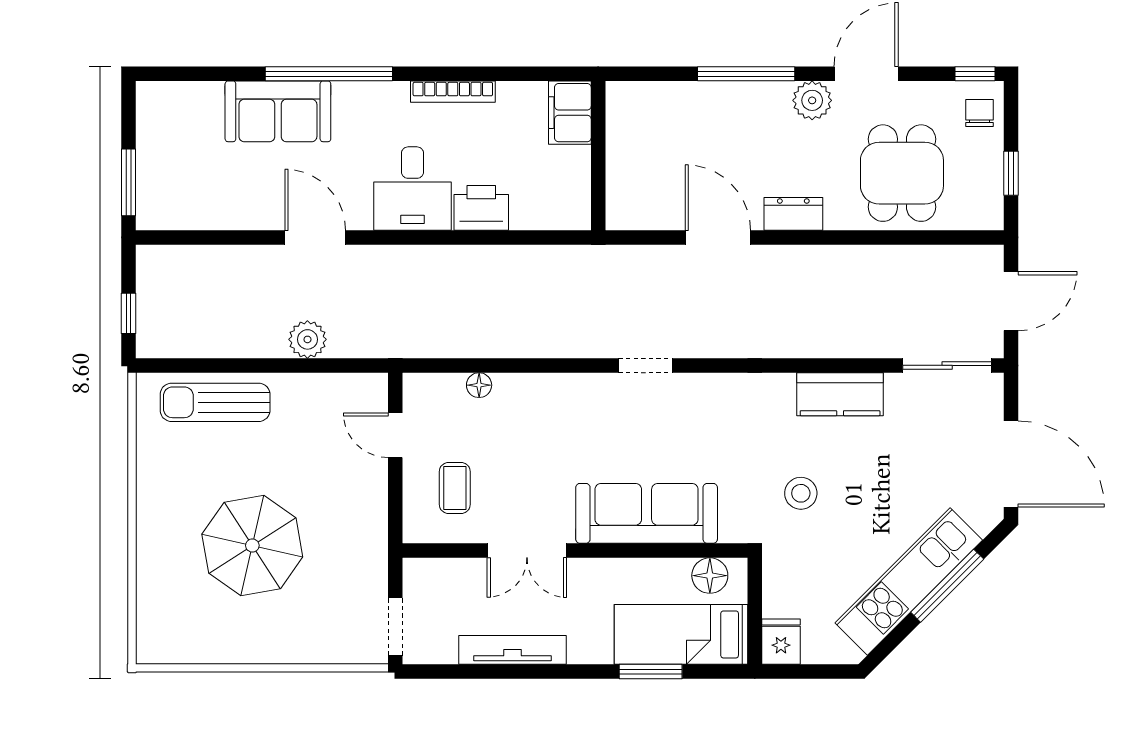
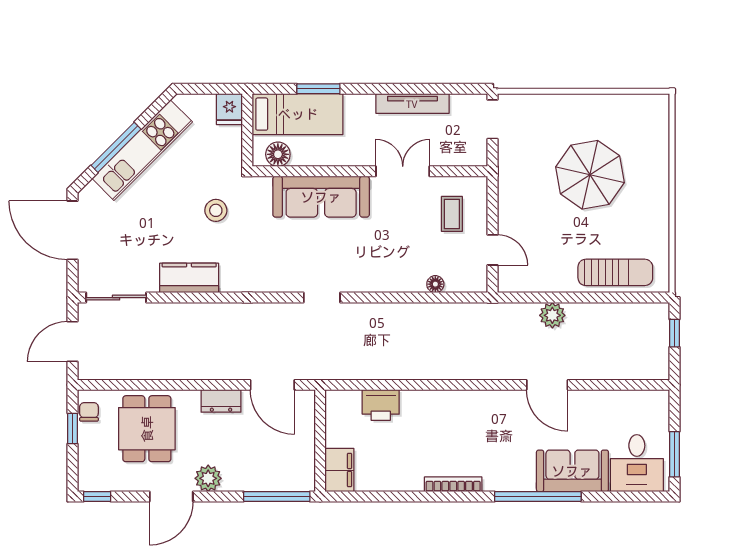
window: (746, 74) -> (277, 497), moved
filing cabinet: (570, 113) -> (339, 470), moved
chair: (980, 113) -> (89, 412), moved, turned 180
wall: (598, 156) -> (320, 441), moved
window: (128, 182) -> (674, 454), moved
desk: (413, 189) -> (637, 463), moved, turned 180
printer: (481, 208) -> (381, 405), moved

